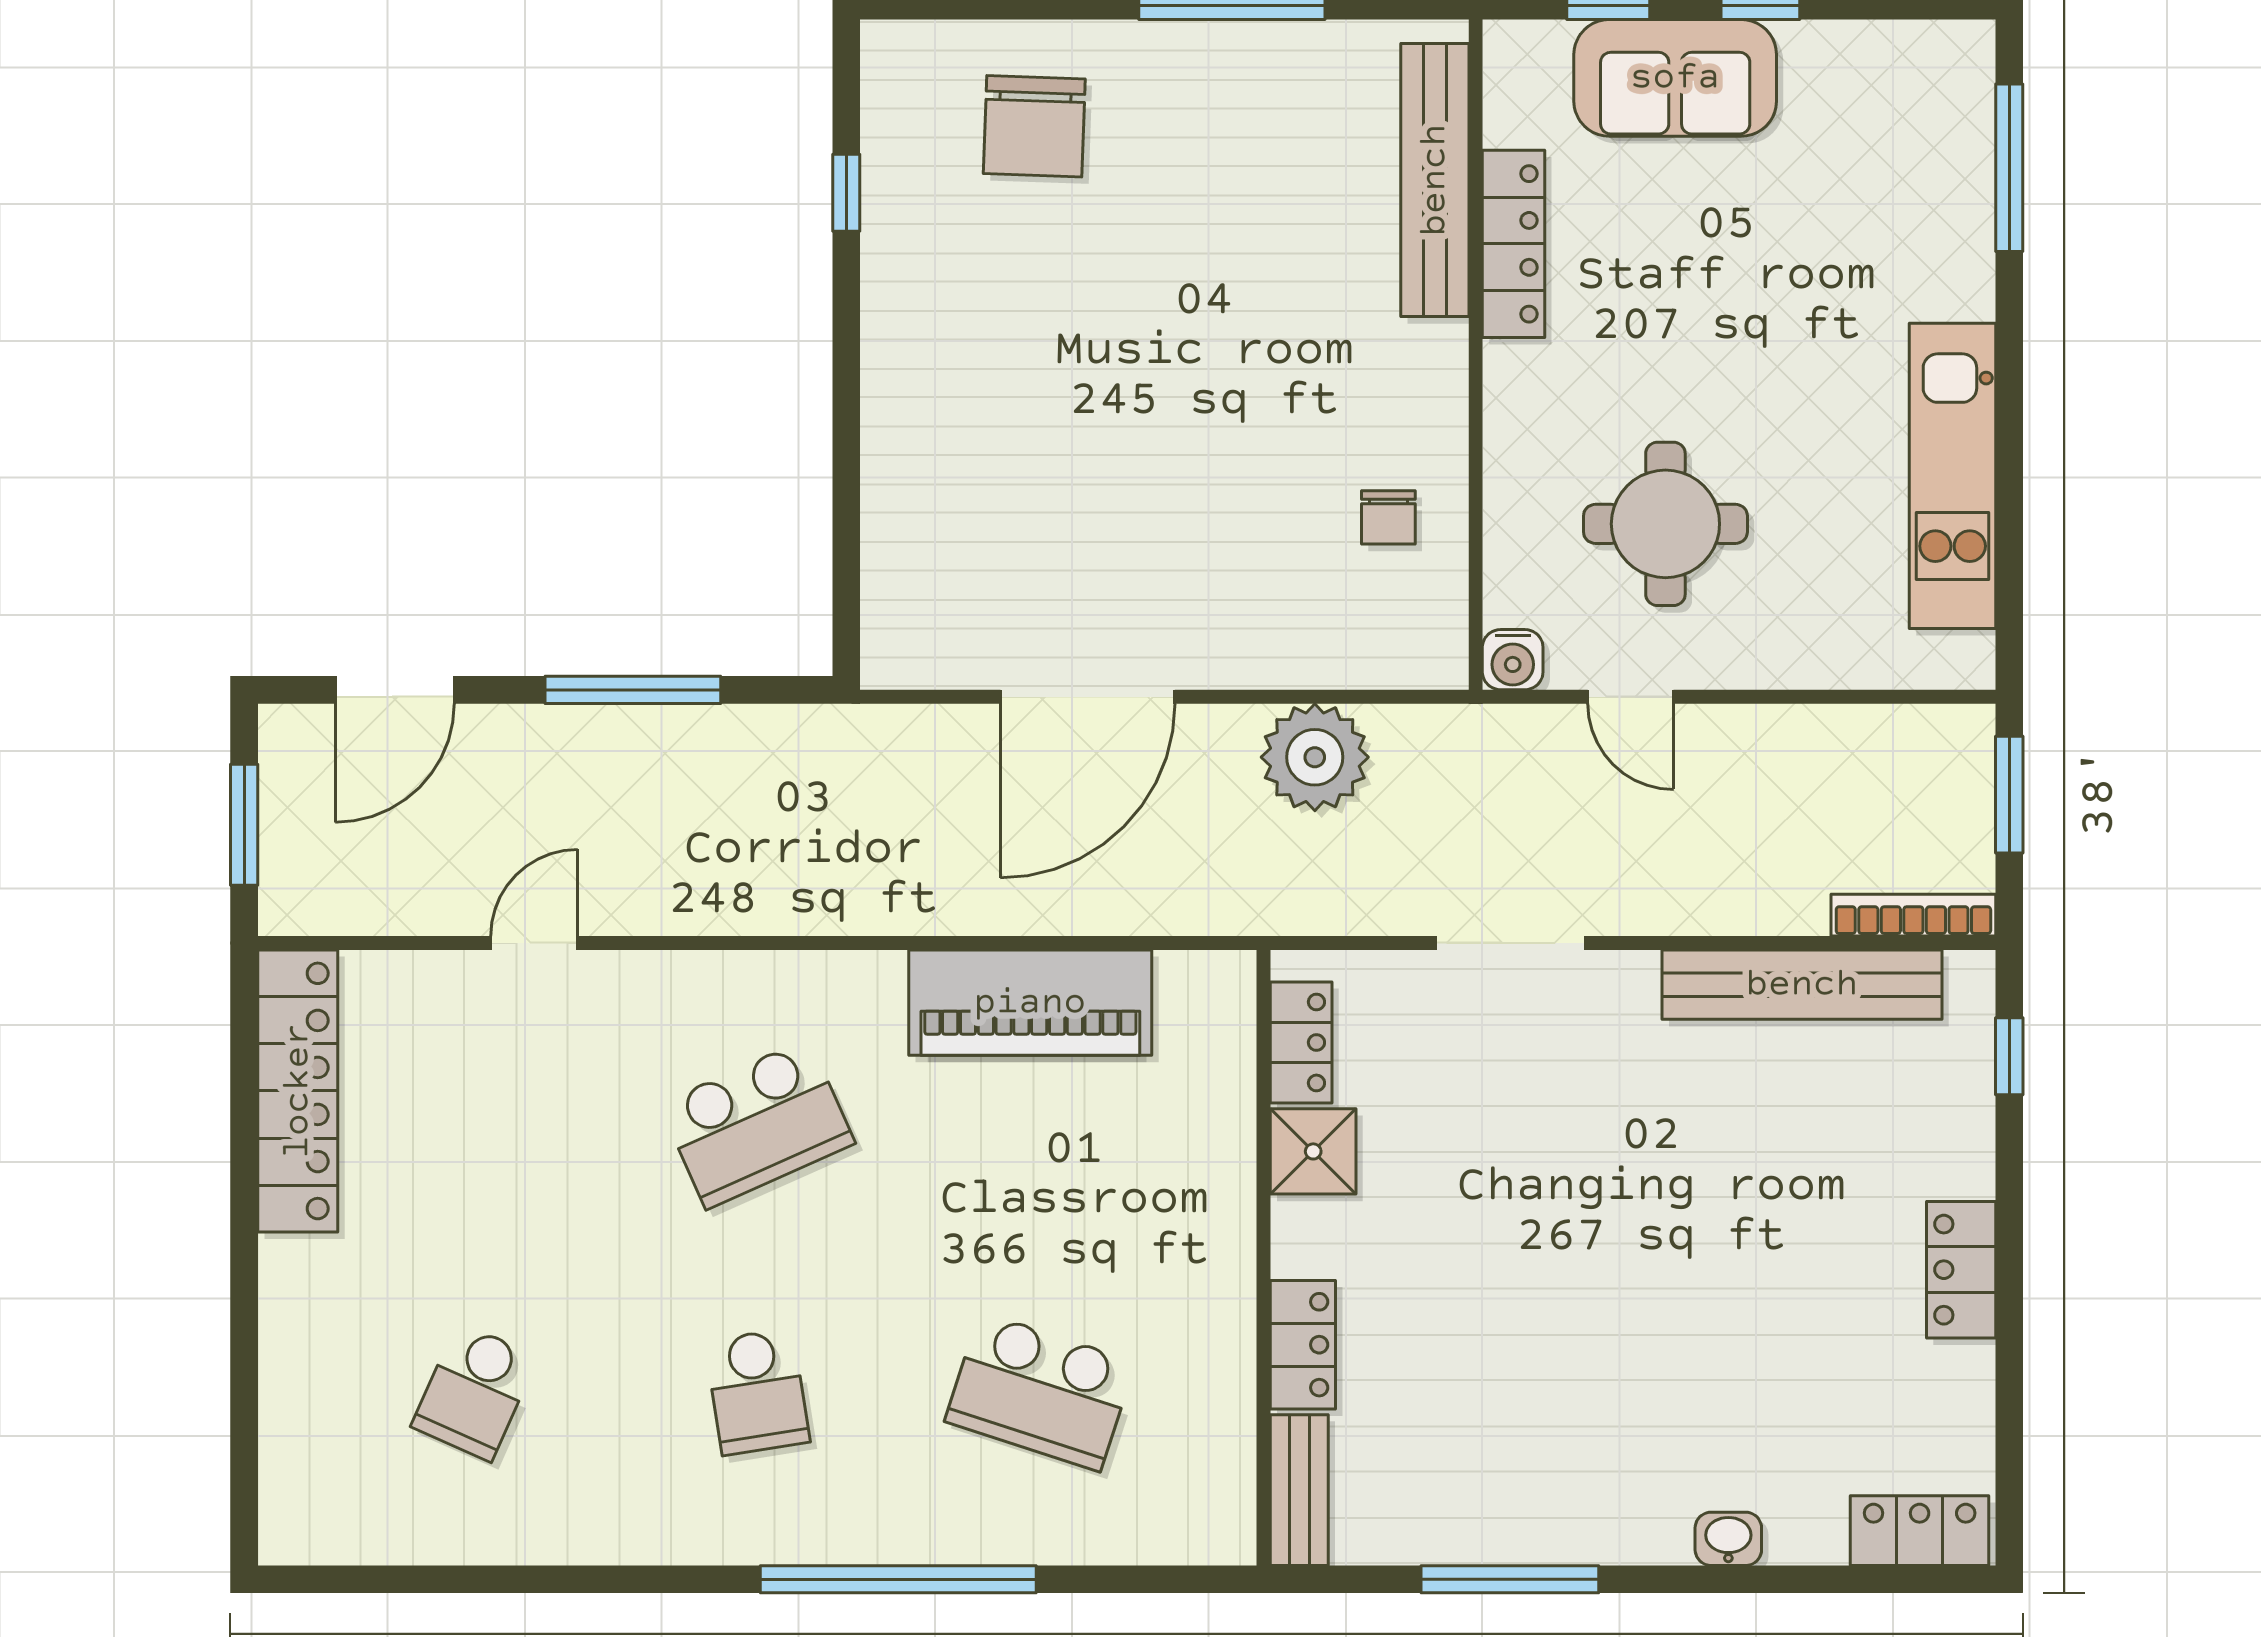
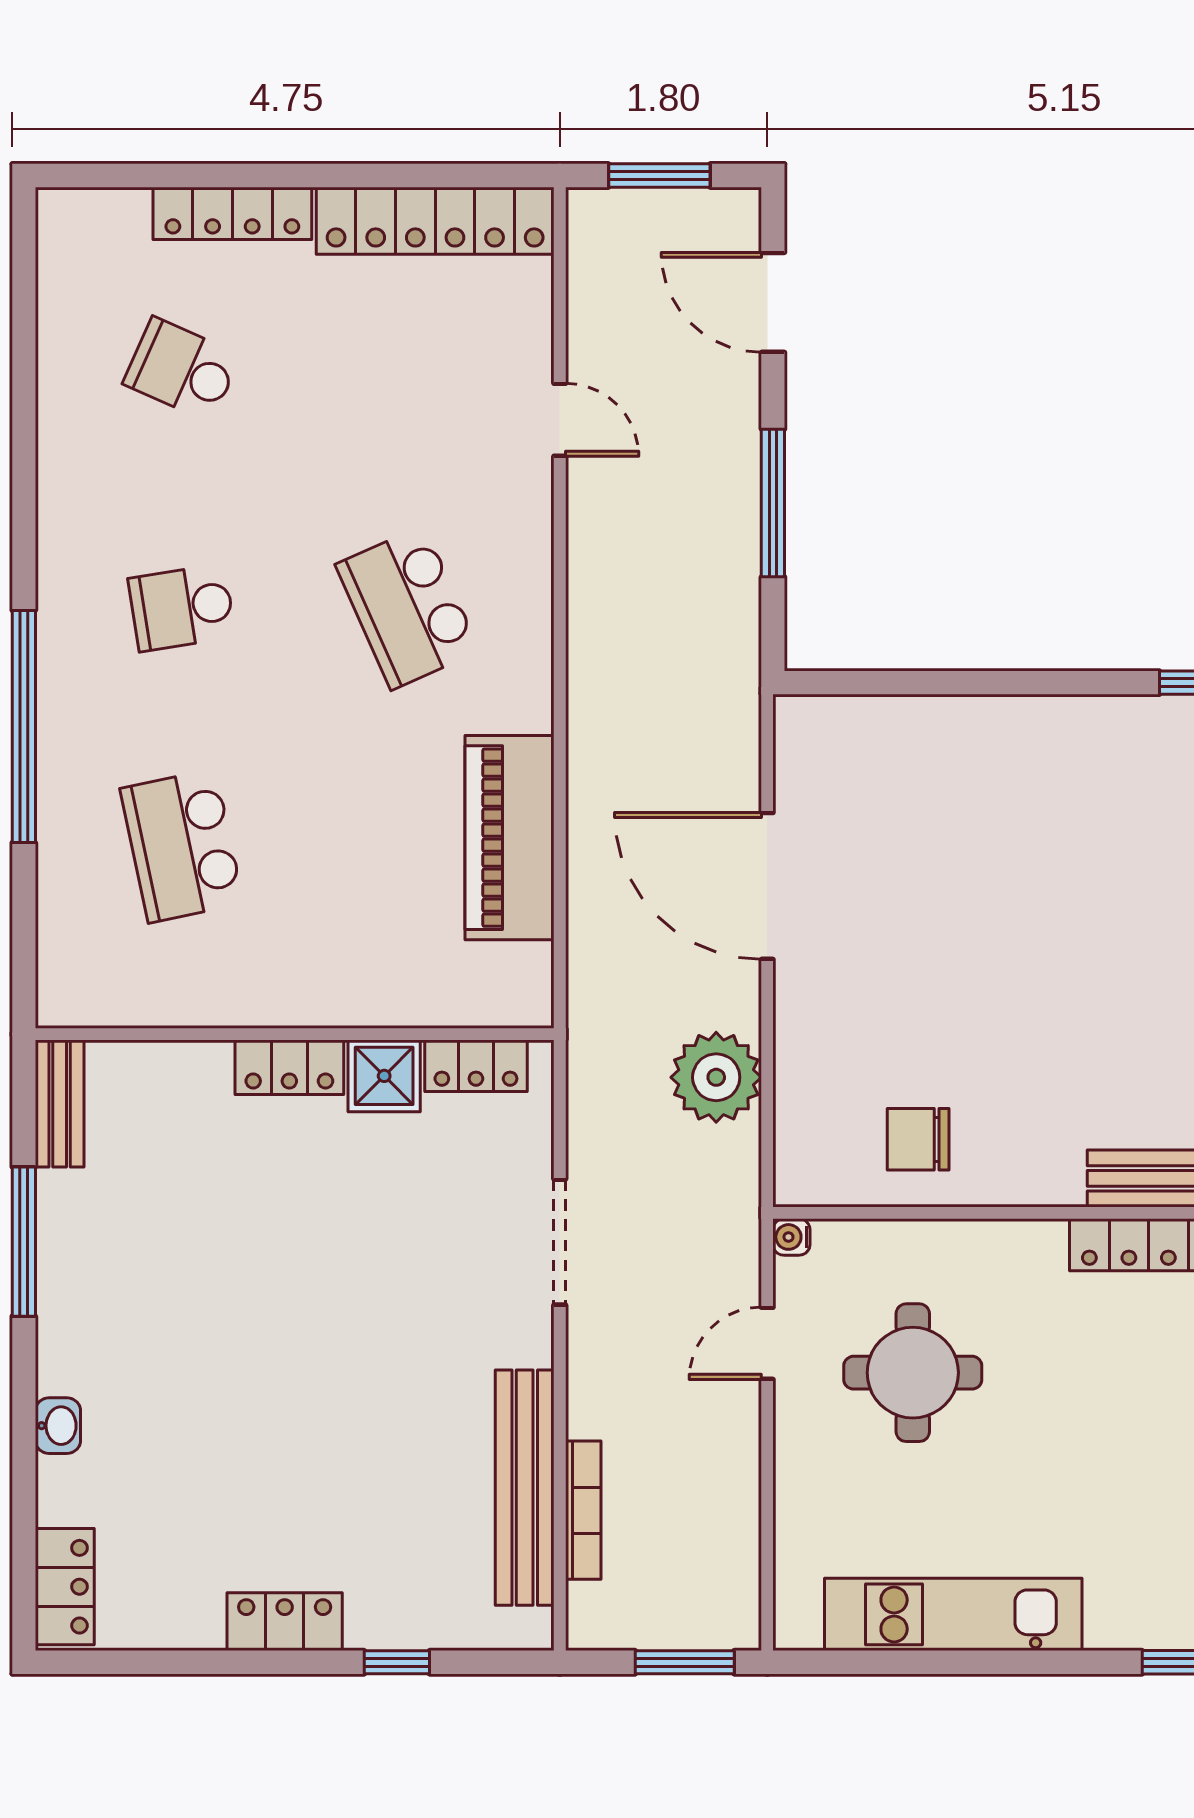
chair: (1388, 517) -> (918, 1139), width x1.37, depth x1.37
water cooler: (1513, 660) -> (791, 1237), width x0.72, depth x0.72
bookcase: (1913, 915) -> (583, 1510), moved
window: (2009, 1056) -> (397, 1662), moved
locker: (289, 1332) -> (232, 213), added
locker: (1303, 1345) -> (289, 1067), moved
school desk: (1040, 1392) -> (182, 846), turned -30
bench: (1299, 1490) -> (60, 1104), moved, turned 90

